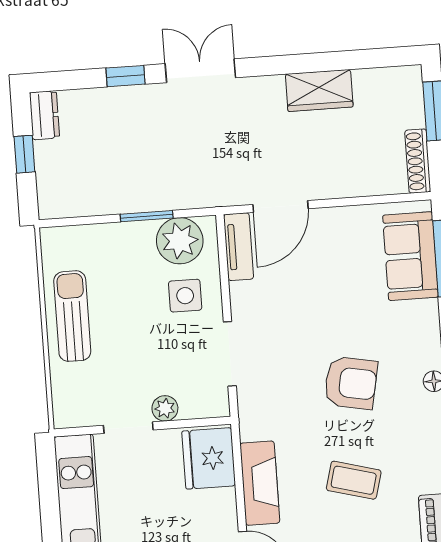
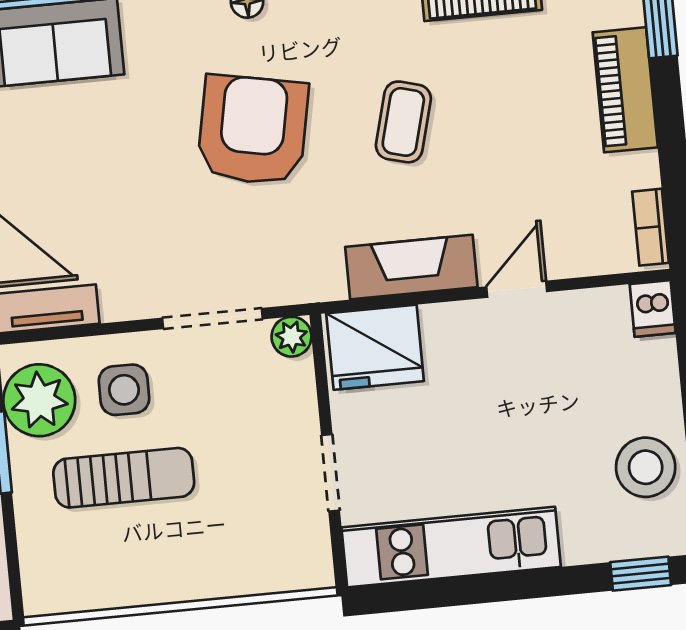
sun lounger: (72, 316) -> (124, 478), moved, turned 180
armchair: (351, 383) -> (253, 130), width x1.36, depth x1.36
plant: (165, 408) -> (292, 337), moved

